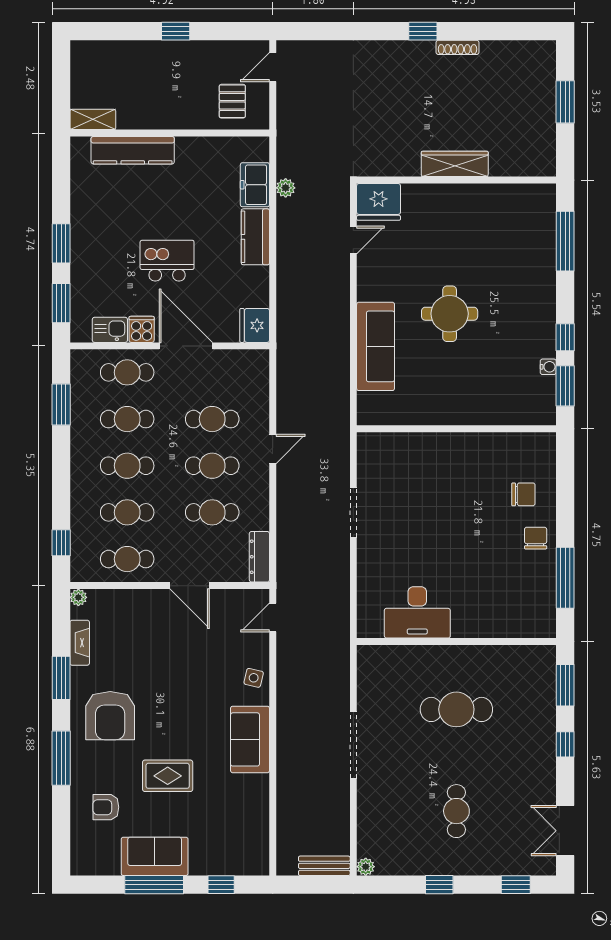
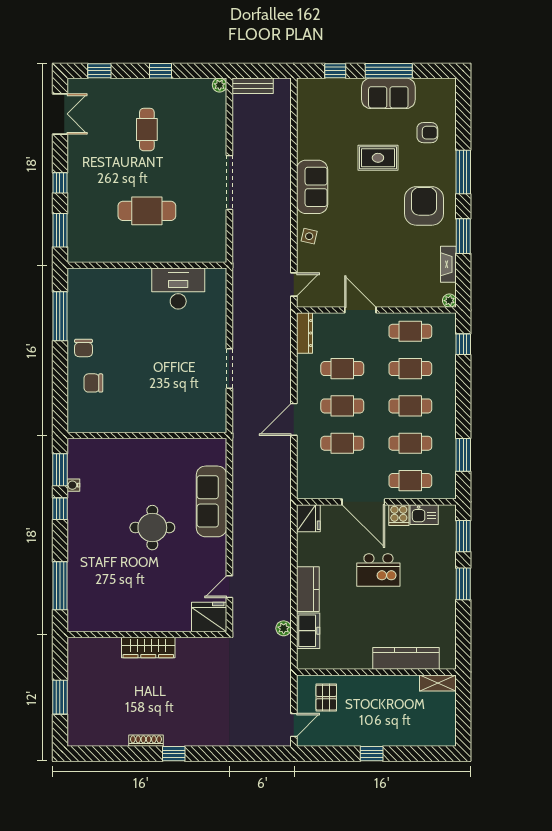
door: (273, 449) -> (294, 419), width x1.38

